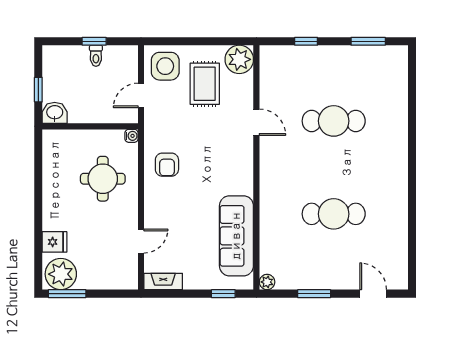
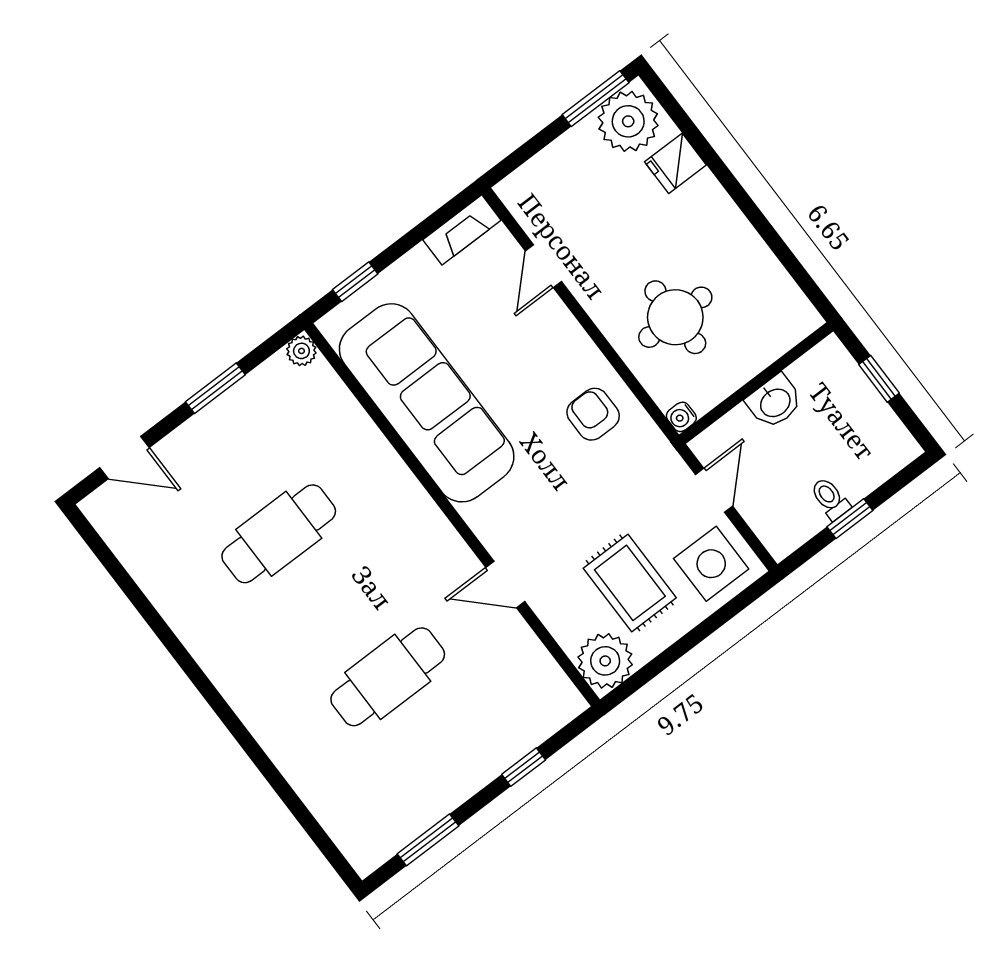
washbasin: (55, 113) -> (775, 402), moved
sofa: (236, 236) -> (427, 403), width x1.36, depth x1.27

